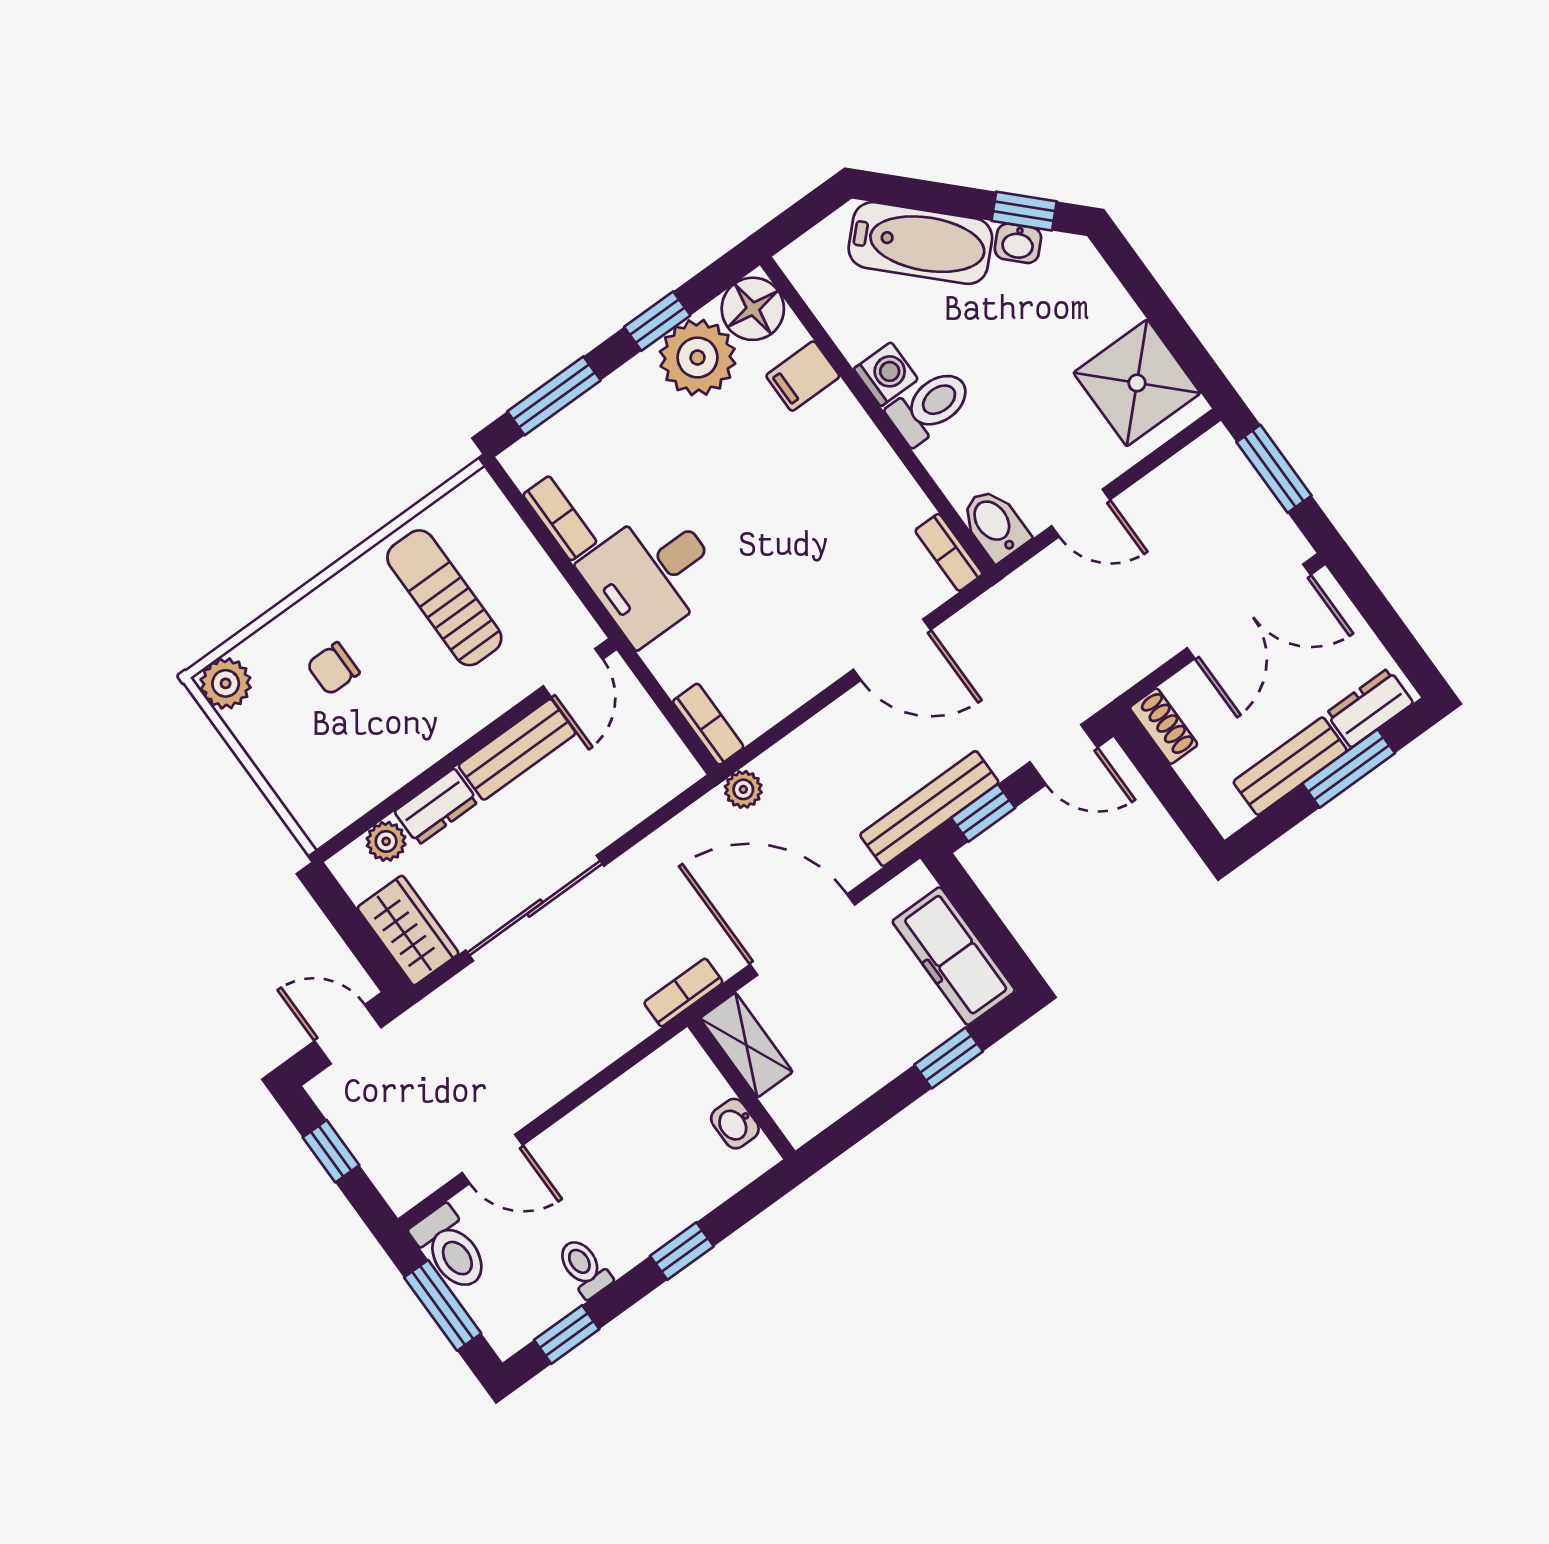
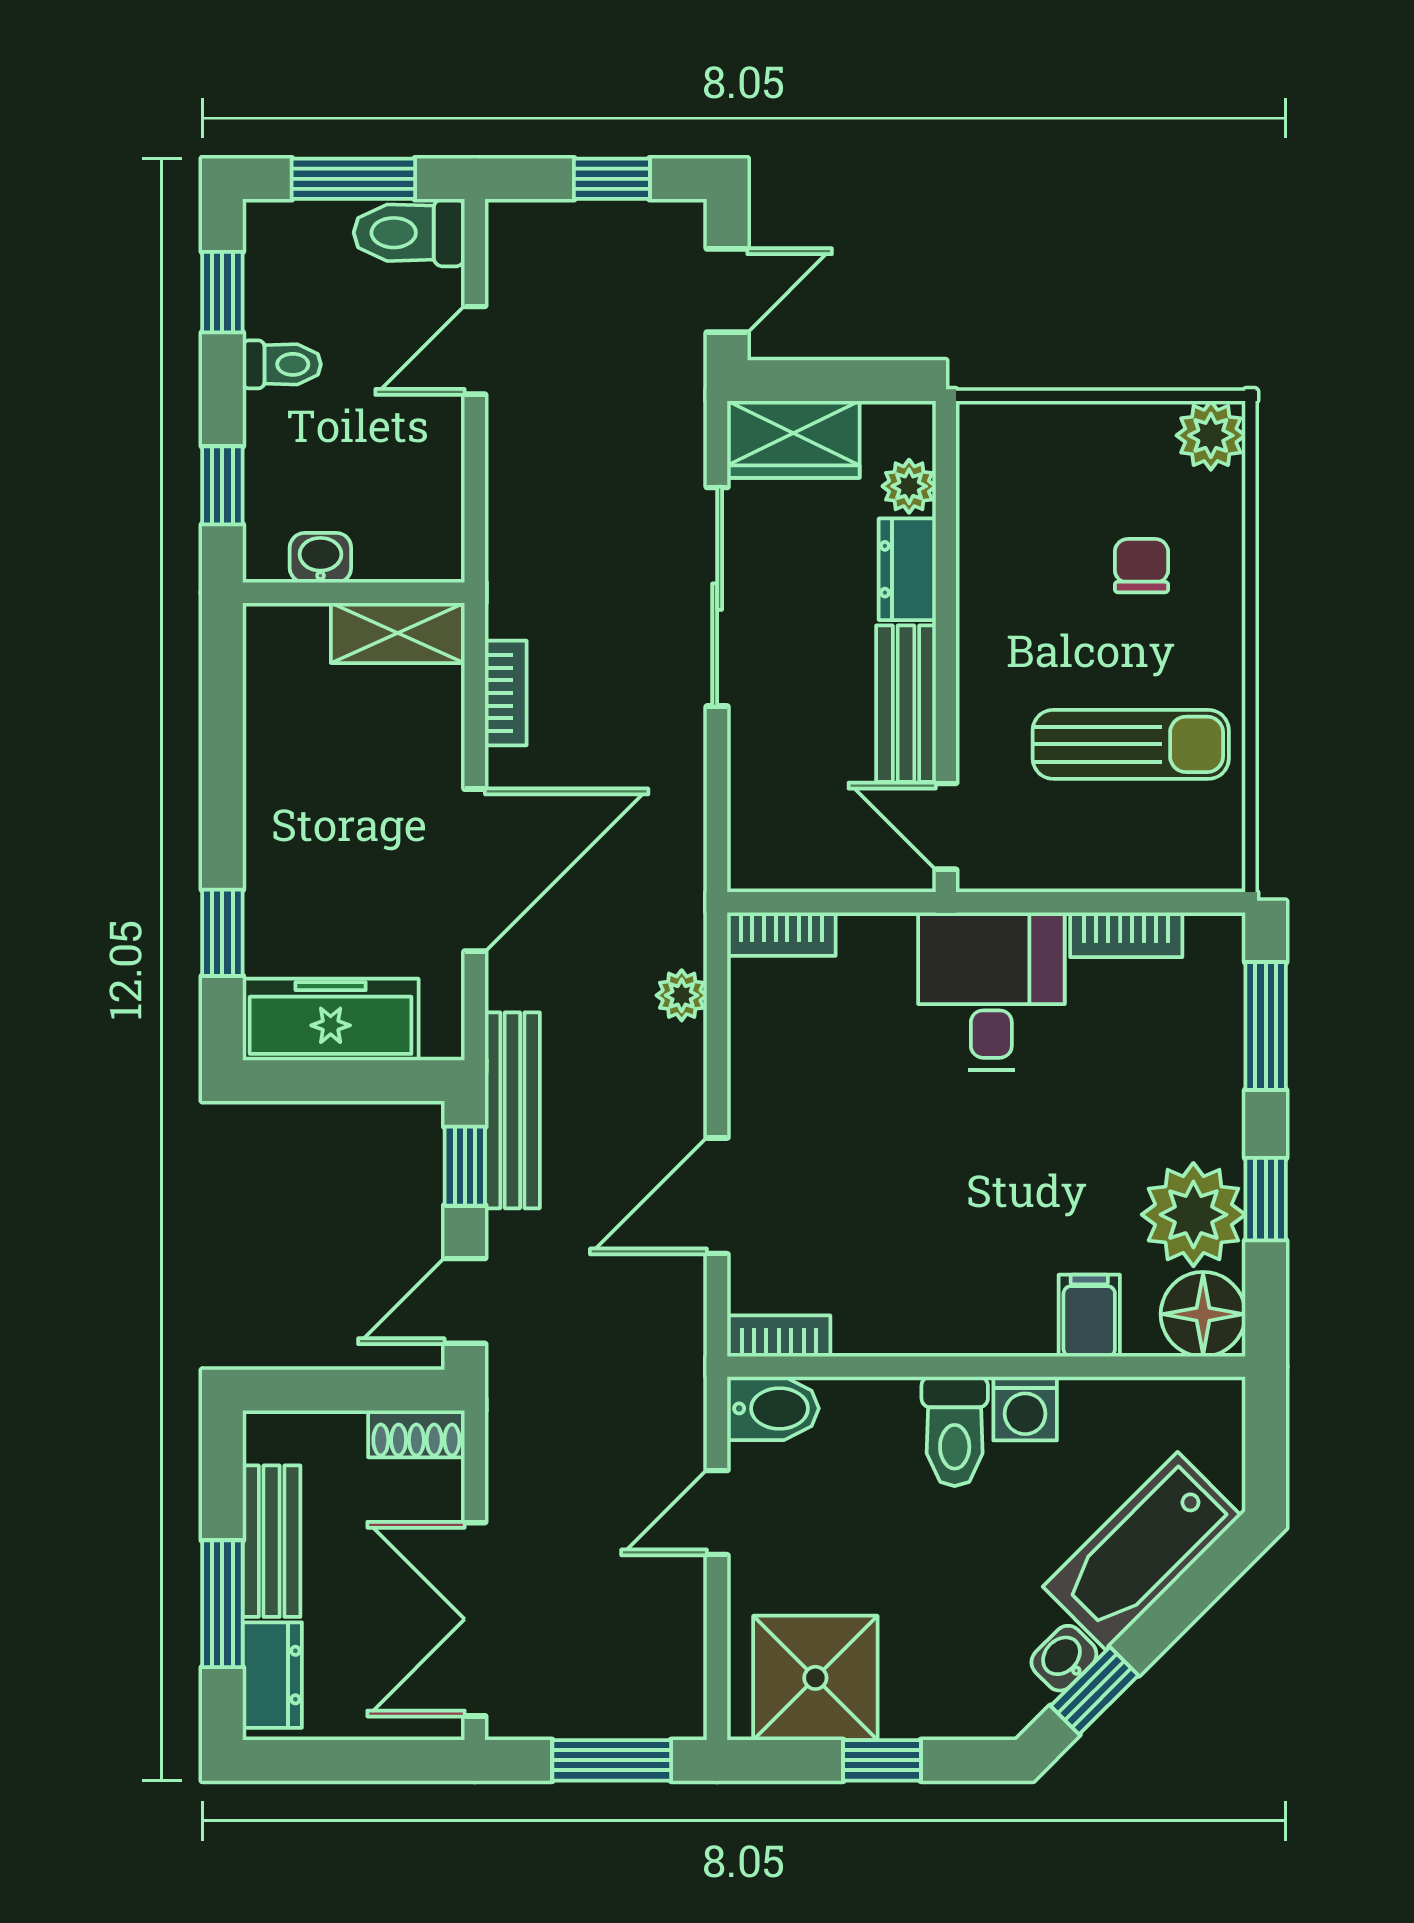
window: (1157, 308) -> (882, 1760), added
plant: (743, 789) -> (682, 995), moved
shelving: (746, 1045) -> (398, 633), moved
wall: (741, 1089) -> (354, 593), moved
washbasin: (735, 1124) -> (320, 558), moved

